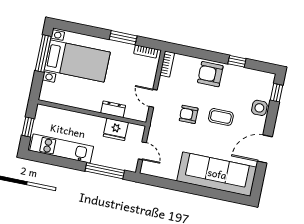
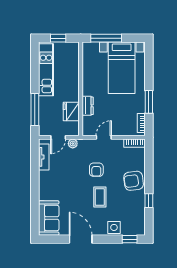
window: (43, 54) -> (106, 38), moved
armchair: (210, 74) -> (134, 181), turned -97
armchair: (189, 114) -> (96, 170), turned 180
plant: (153, 135) -> (73, 144), added
tv unit: (161, 172) -> (44, 157), added
sofa: (217, 174) -> (49, 218), width x0.54, depth x0.79

